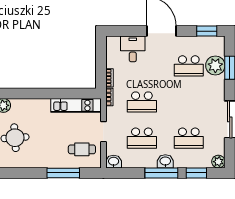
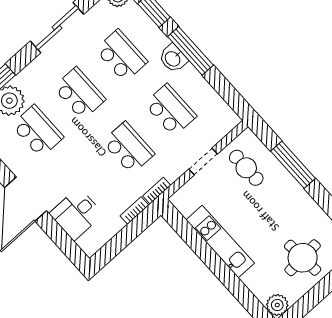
school desk: (189, 102) -> (79, 93), added
kitchen unit: (76, 105) -> (220, 242), moved
washbasin: (114, 162) -> (227, 118), removed

